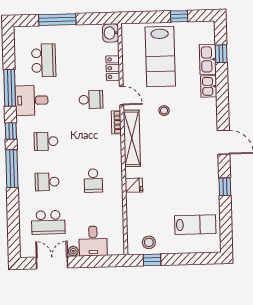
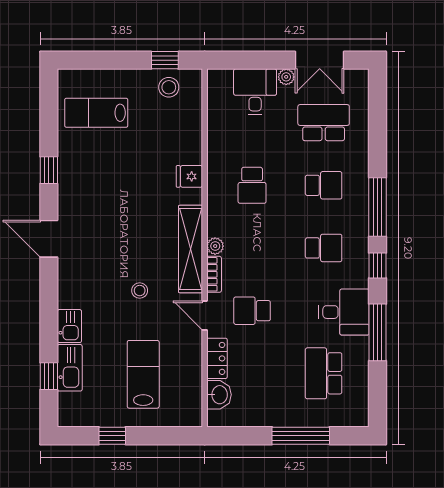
washbasin: (111, 33) -> (219, 395), moved
lab bench: (160, 57) -> (143, 374), width x0.73, depth x0.72
plant: (116, 141) -> (215, 246), added
school desk: (93, 181) -> (252, 185), turned 180

